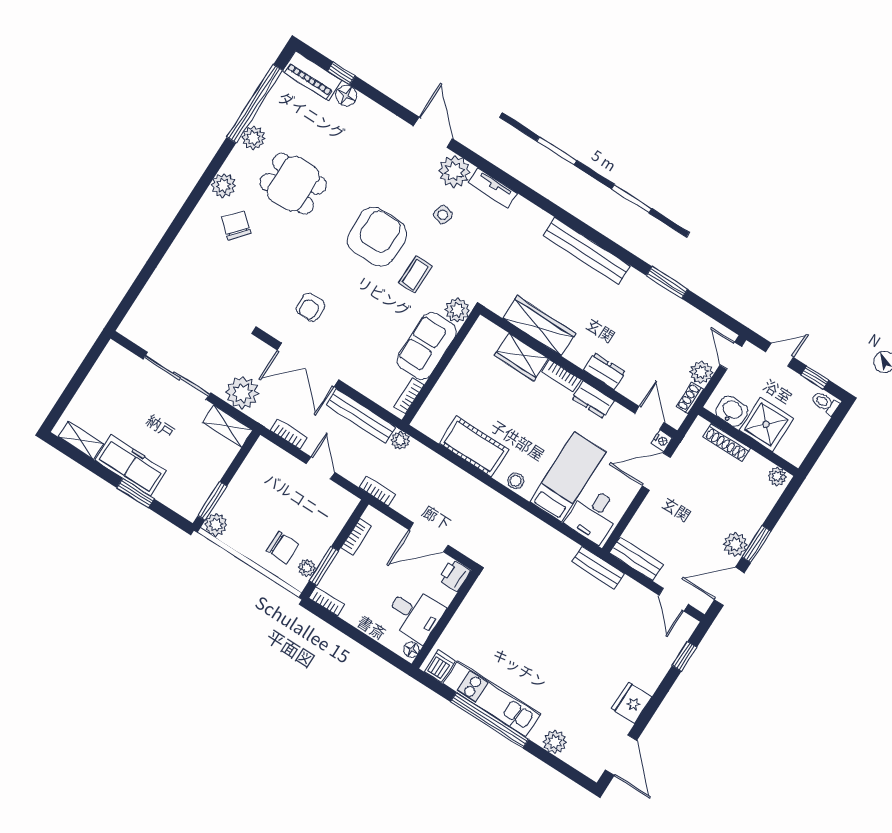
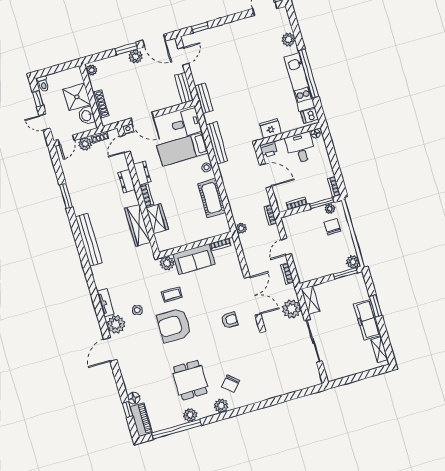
bench: (361, 416) -> (217, 143), moved
fridge: (632, 703) -> (271, 129), moved, turned 180

